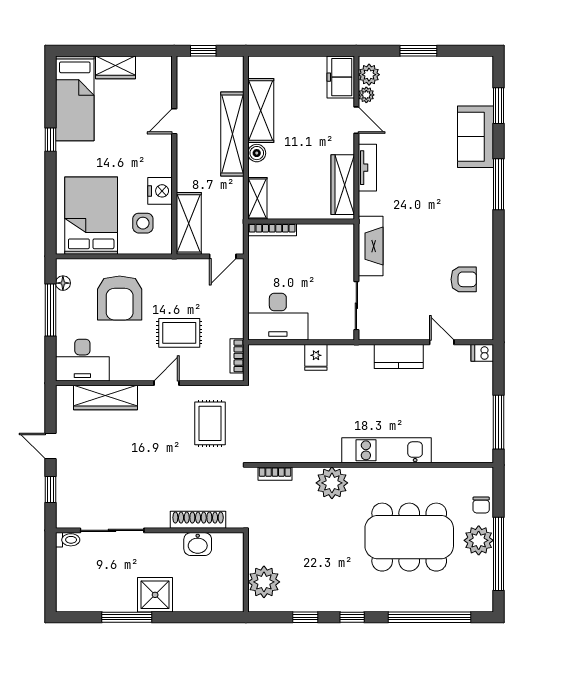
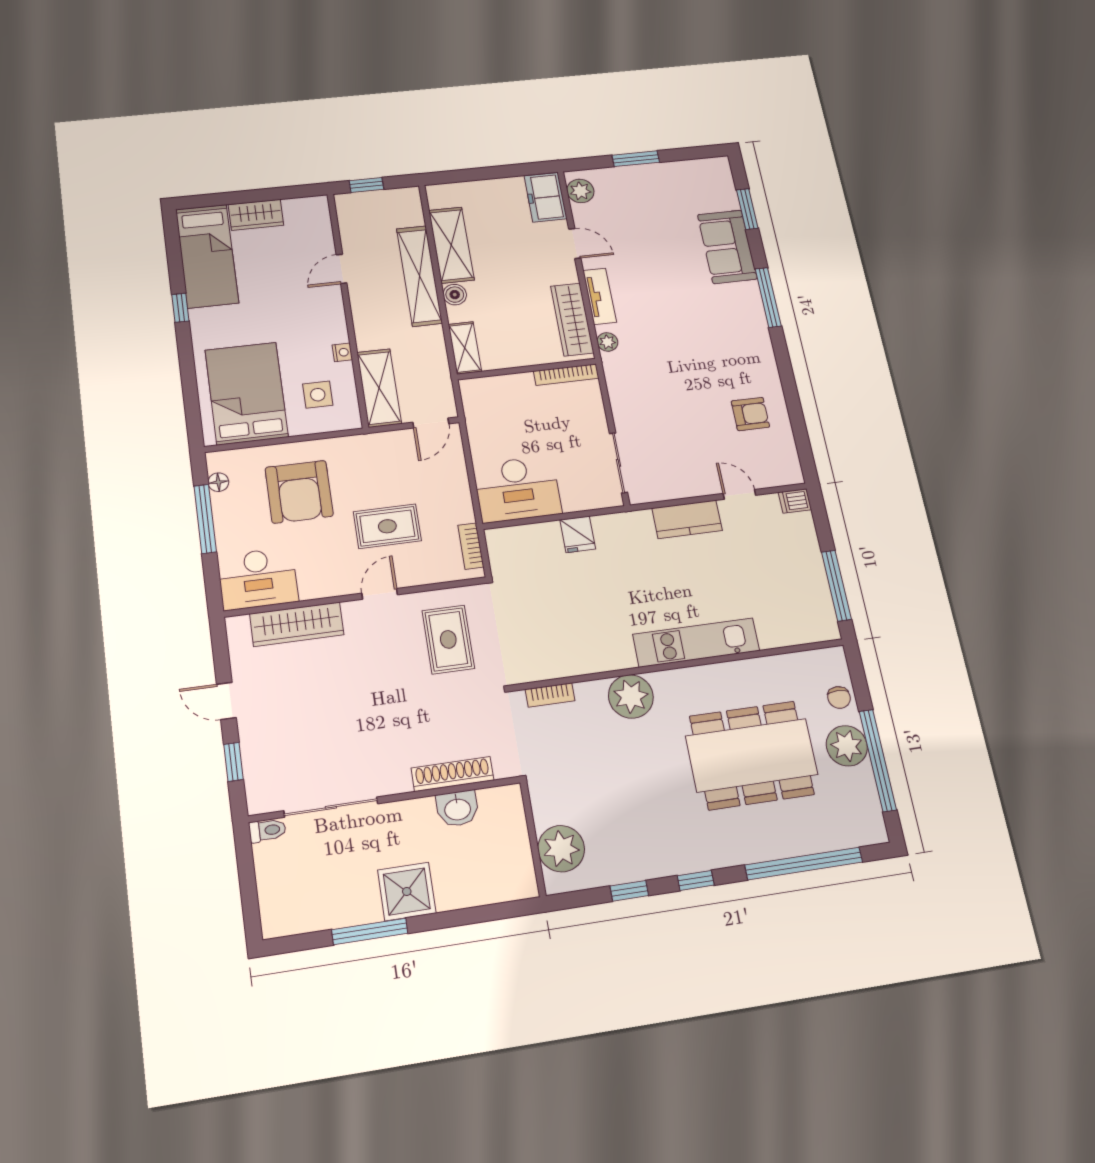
plant: (366, 95) -> (607, 342), moved
nightstand: (160, 191) -> (342, 352), width x0.53, depth x0.56
bookcase: (272, 230) -> (566, 375), moved
fireplace: (371, 246) -> (623, 388), removed

